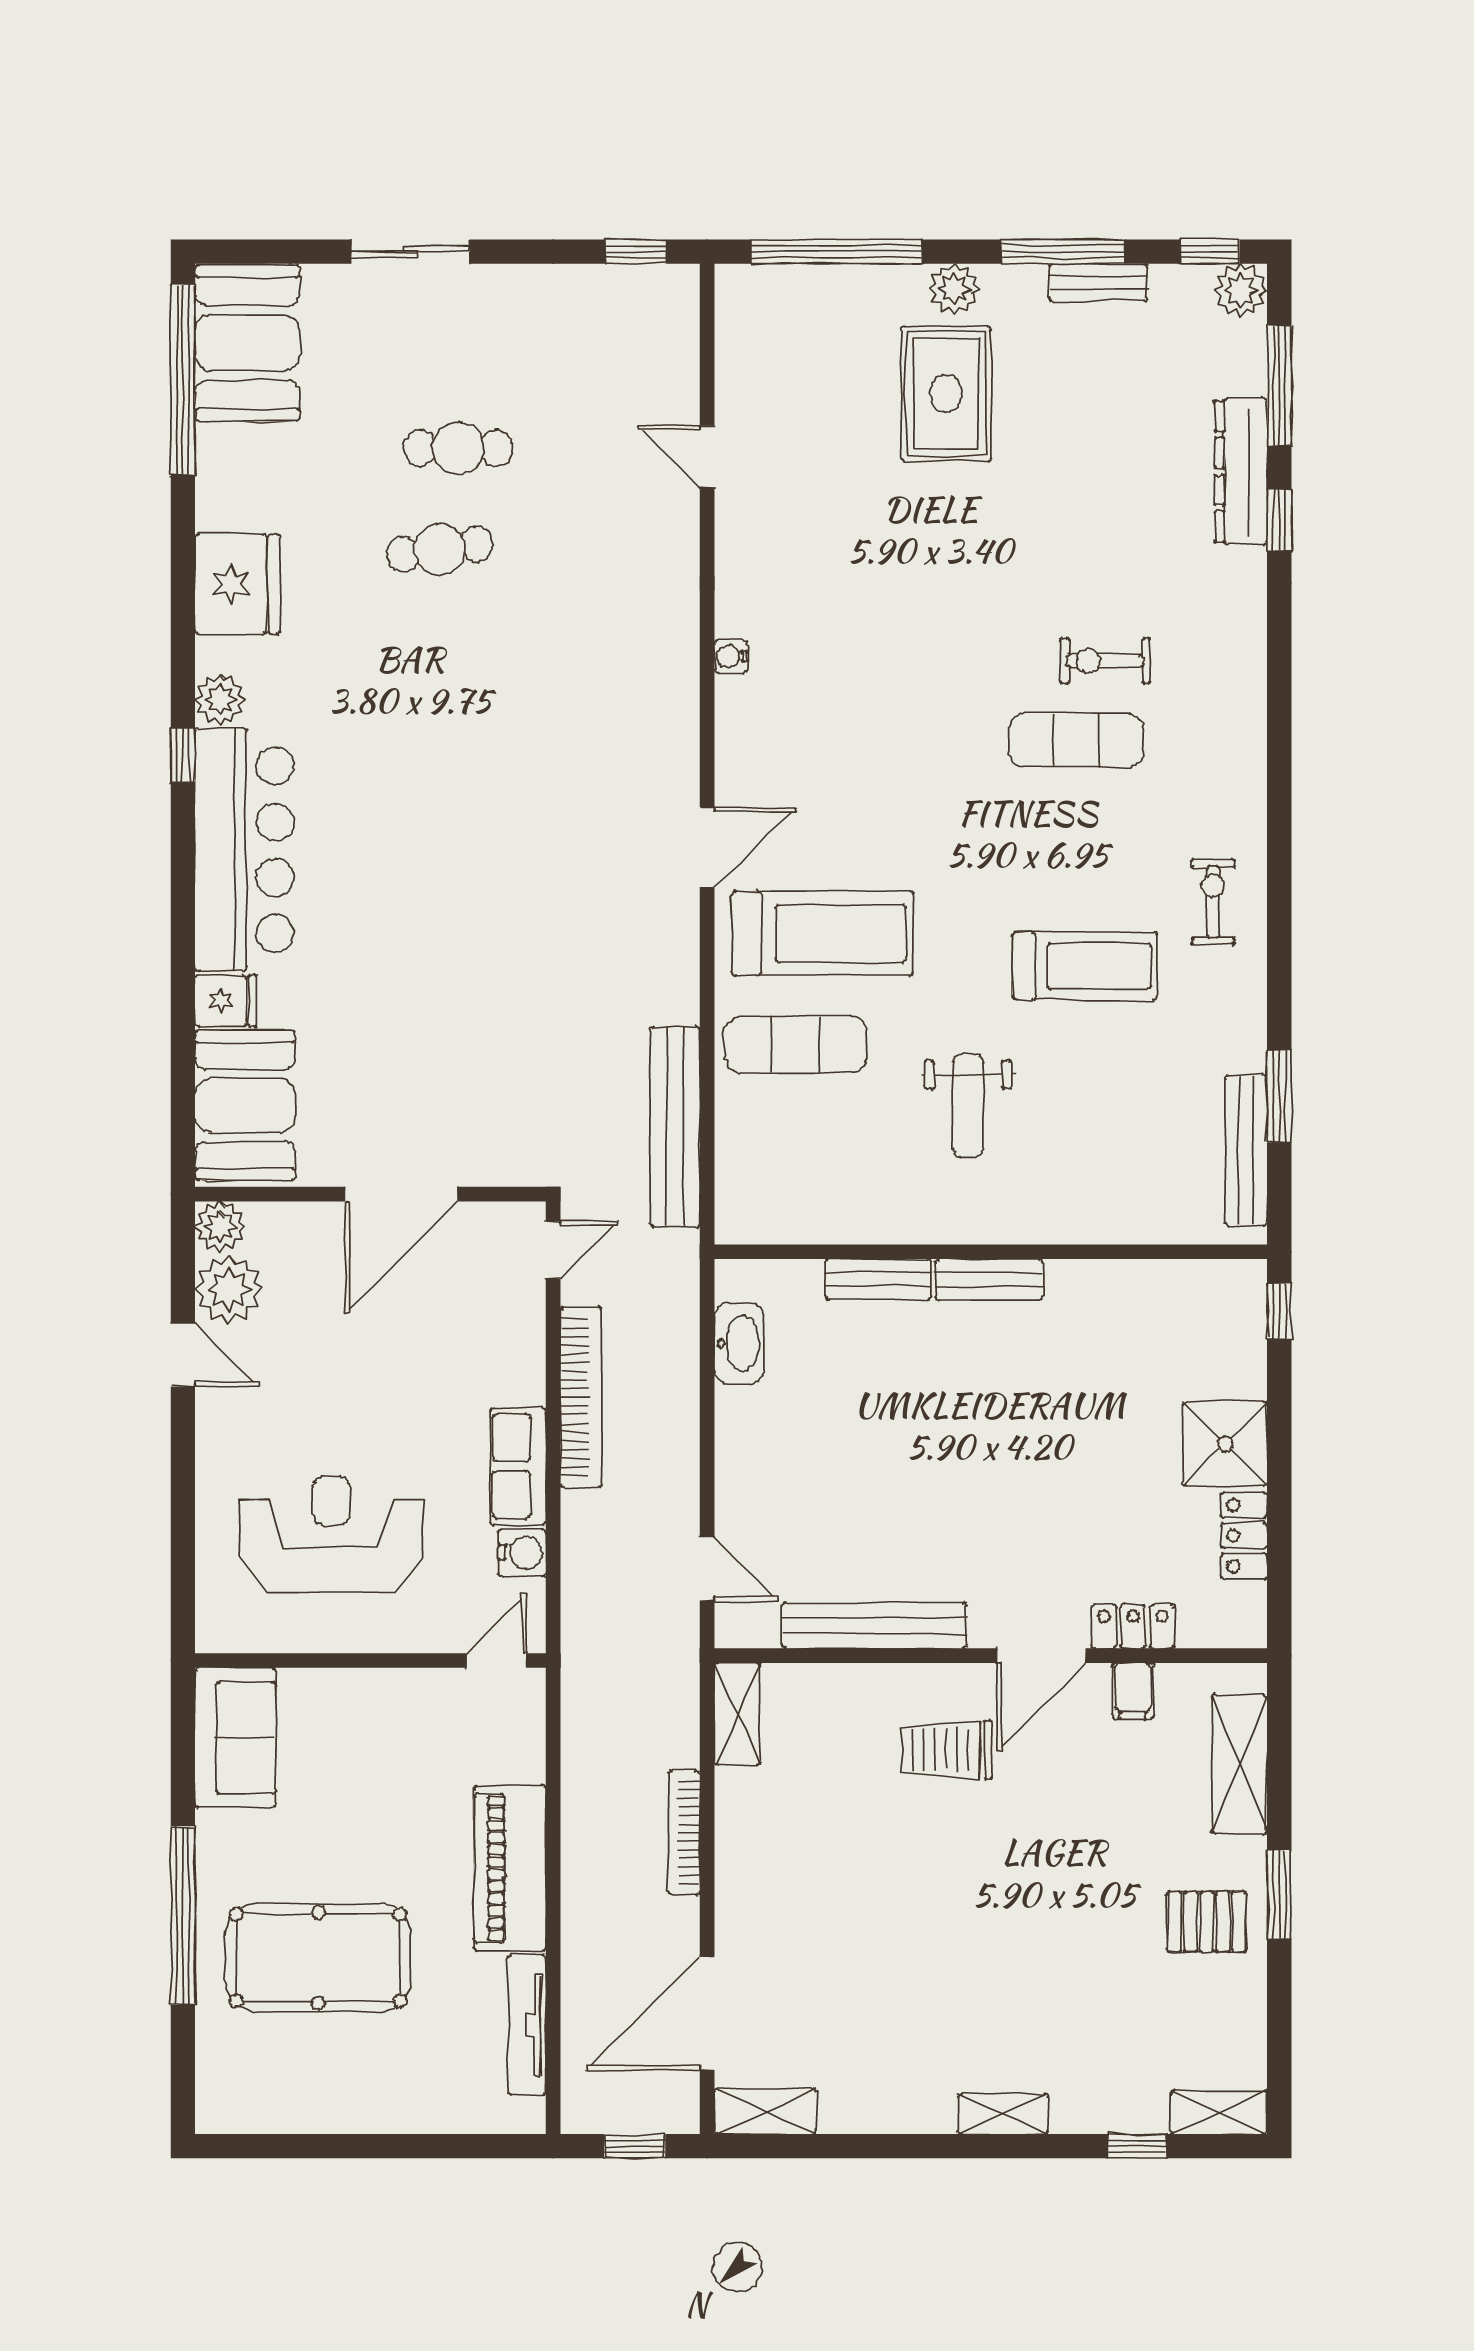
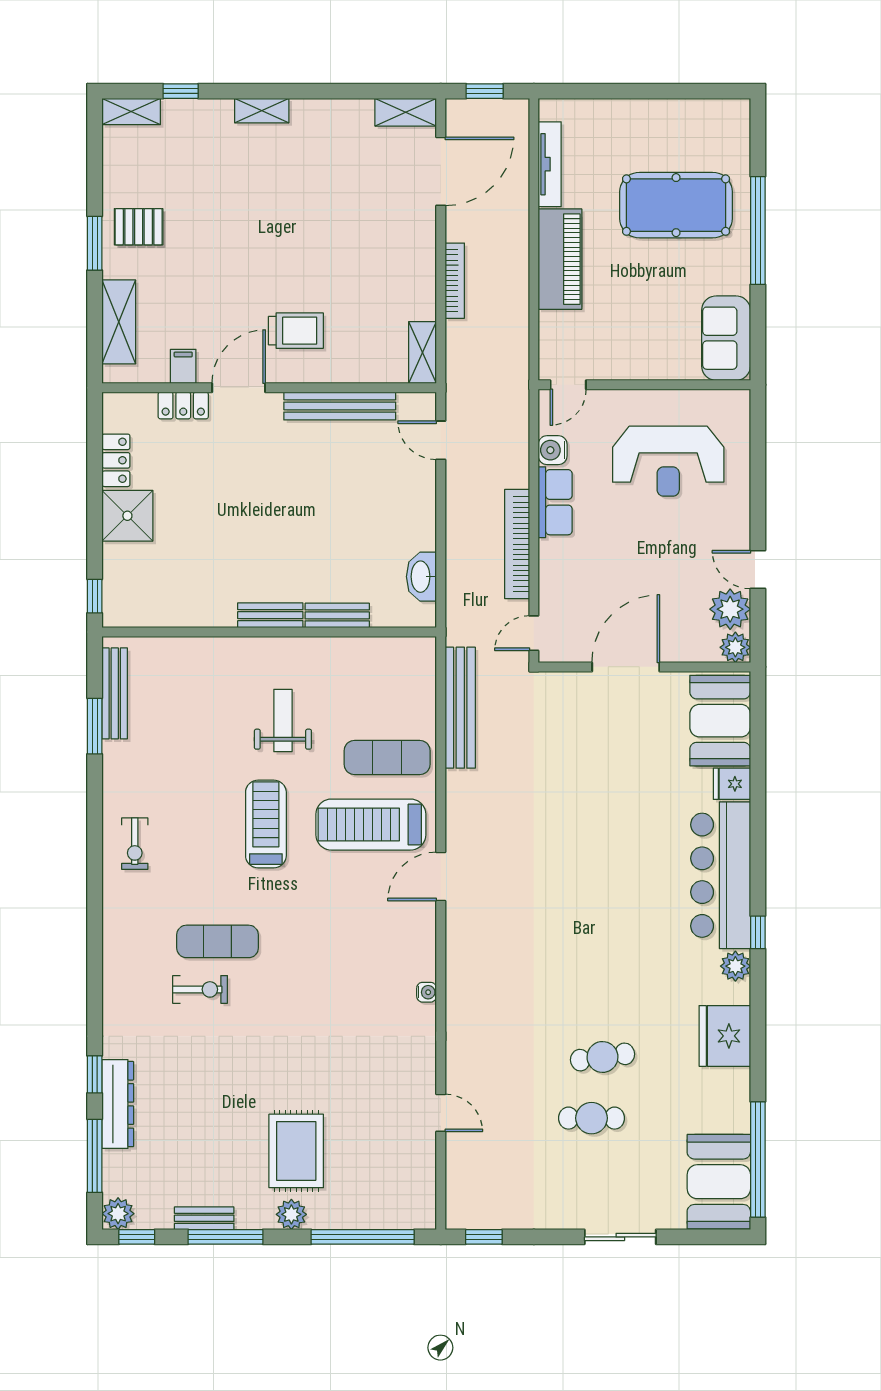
treadmill: (1085, 966) -> (266, 824), moved, turned 90

